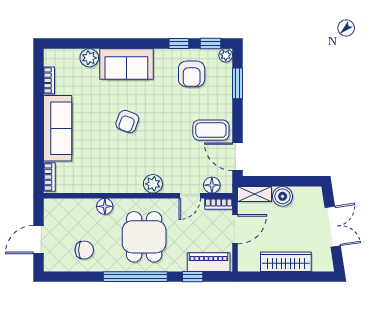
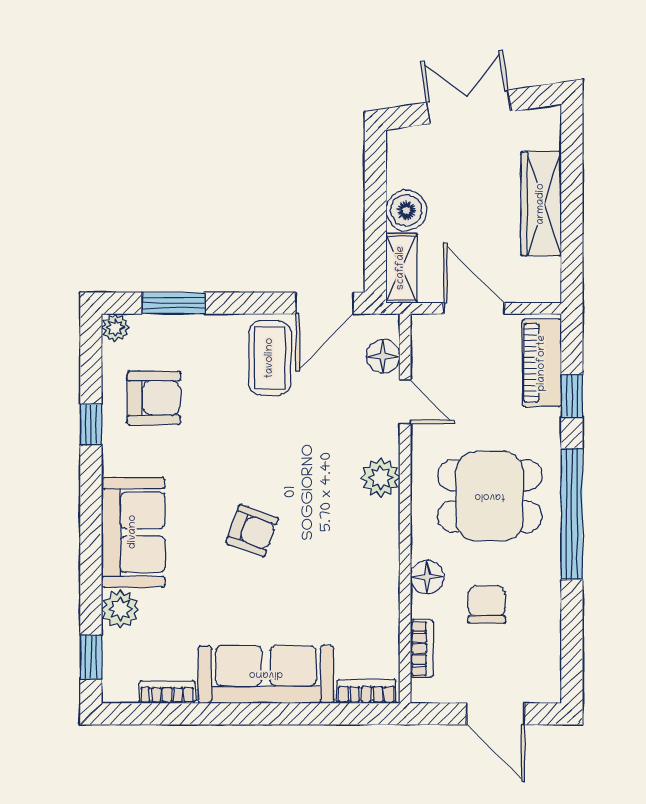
window: (210, 43) -> (91, 657), moved
bookcase: (219, 204) -> (422, 648), moved
chair: (84, 250) -> (487, 604), moved

